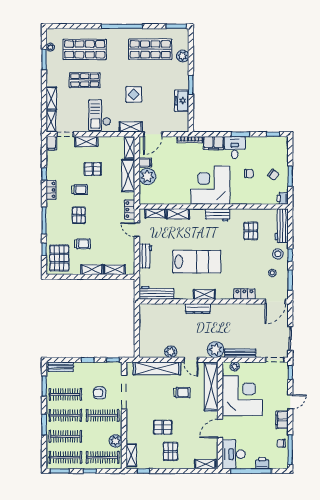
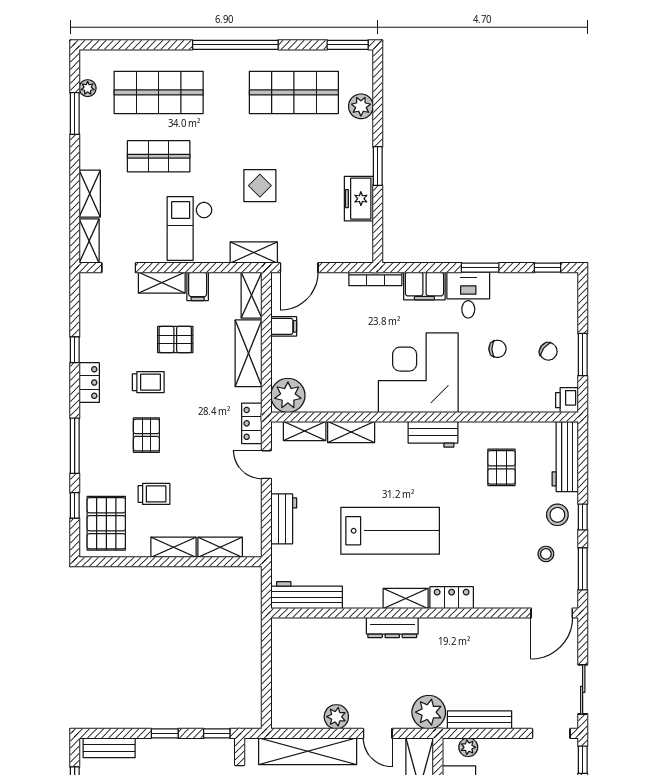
filing cabinet: (51, 143) -> (198, 286), moved
plant: (147, 176) -> (288, 395), moved
locker: (244, 294) -> (452, 598), moved

